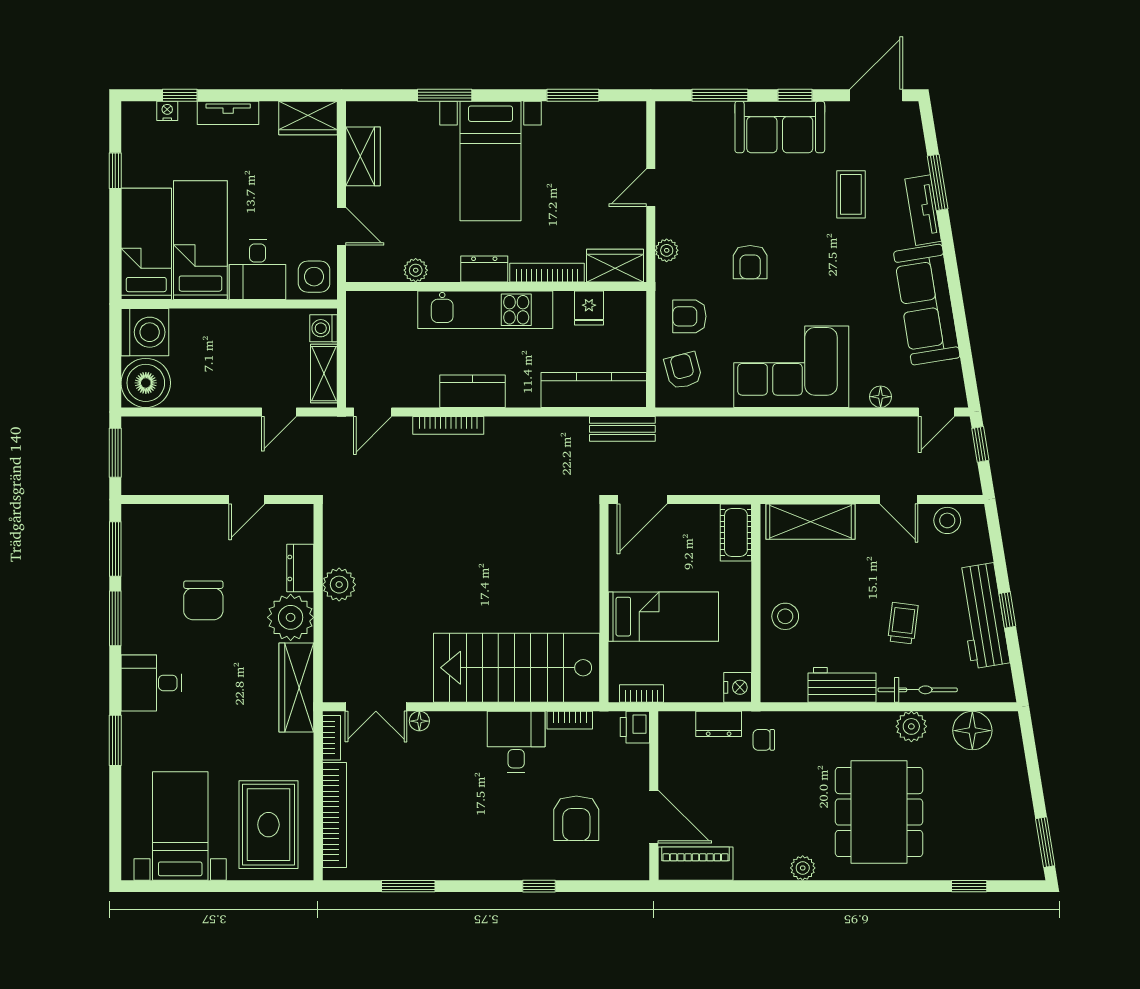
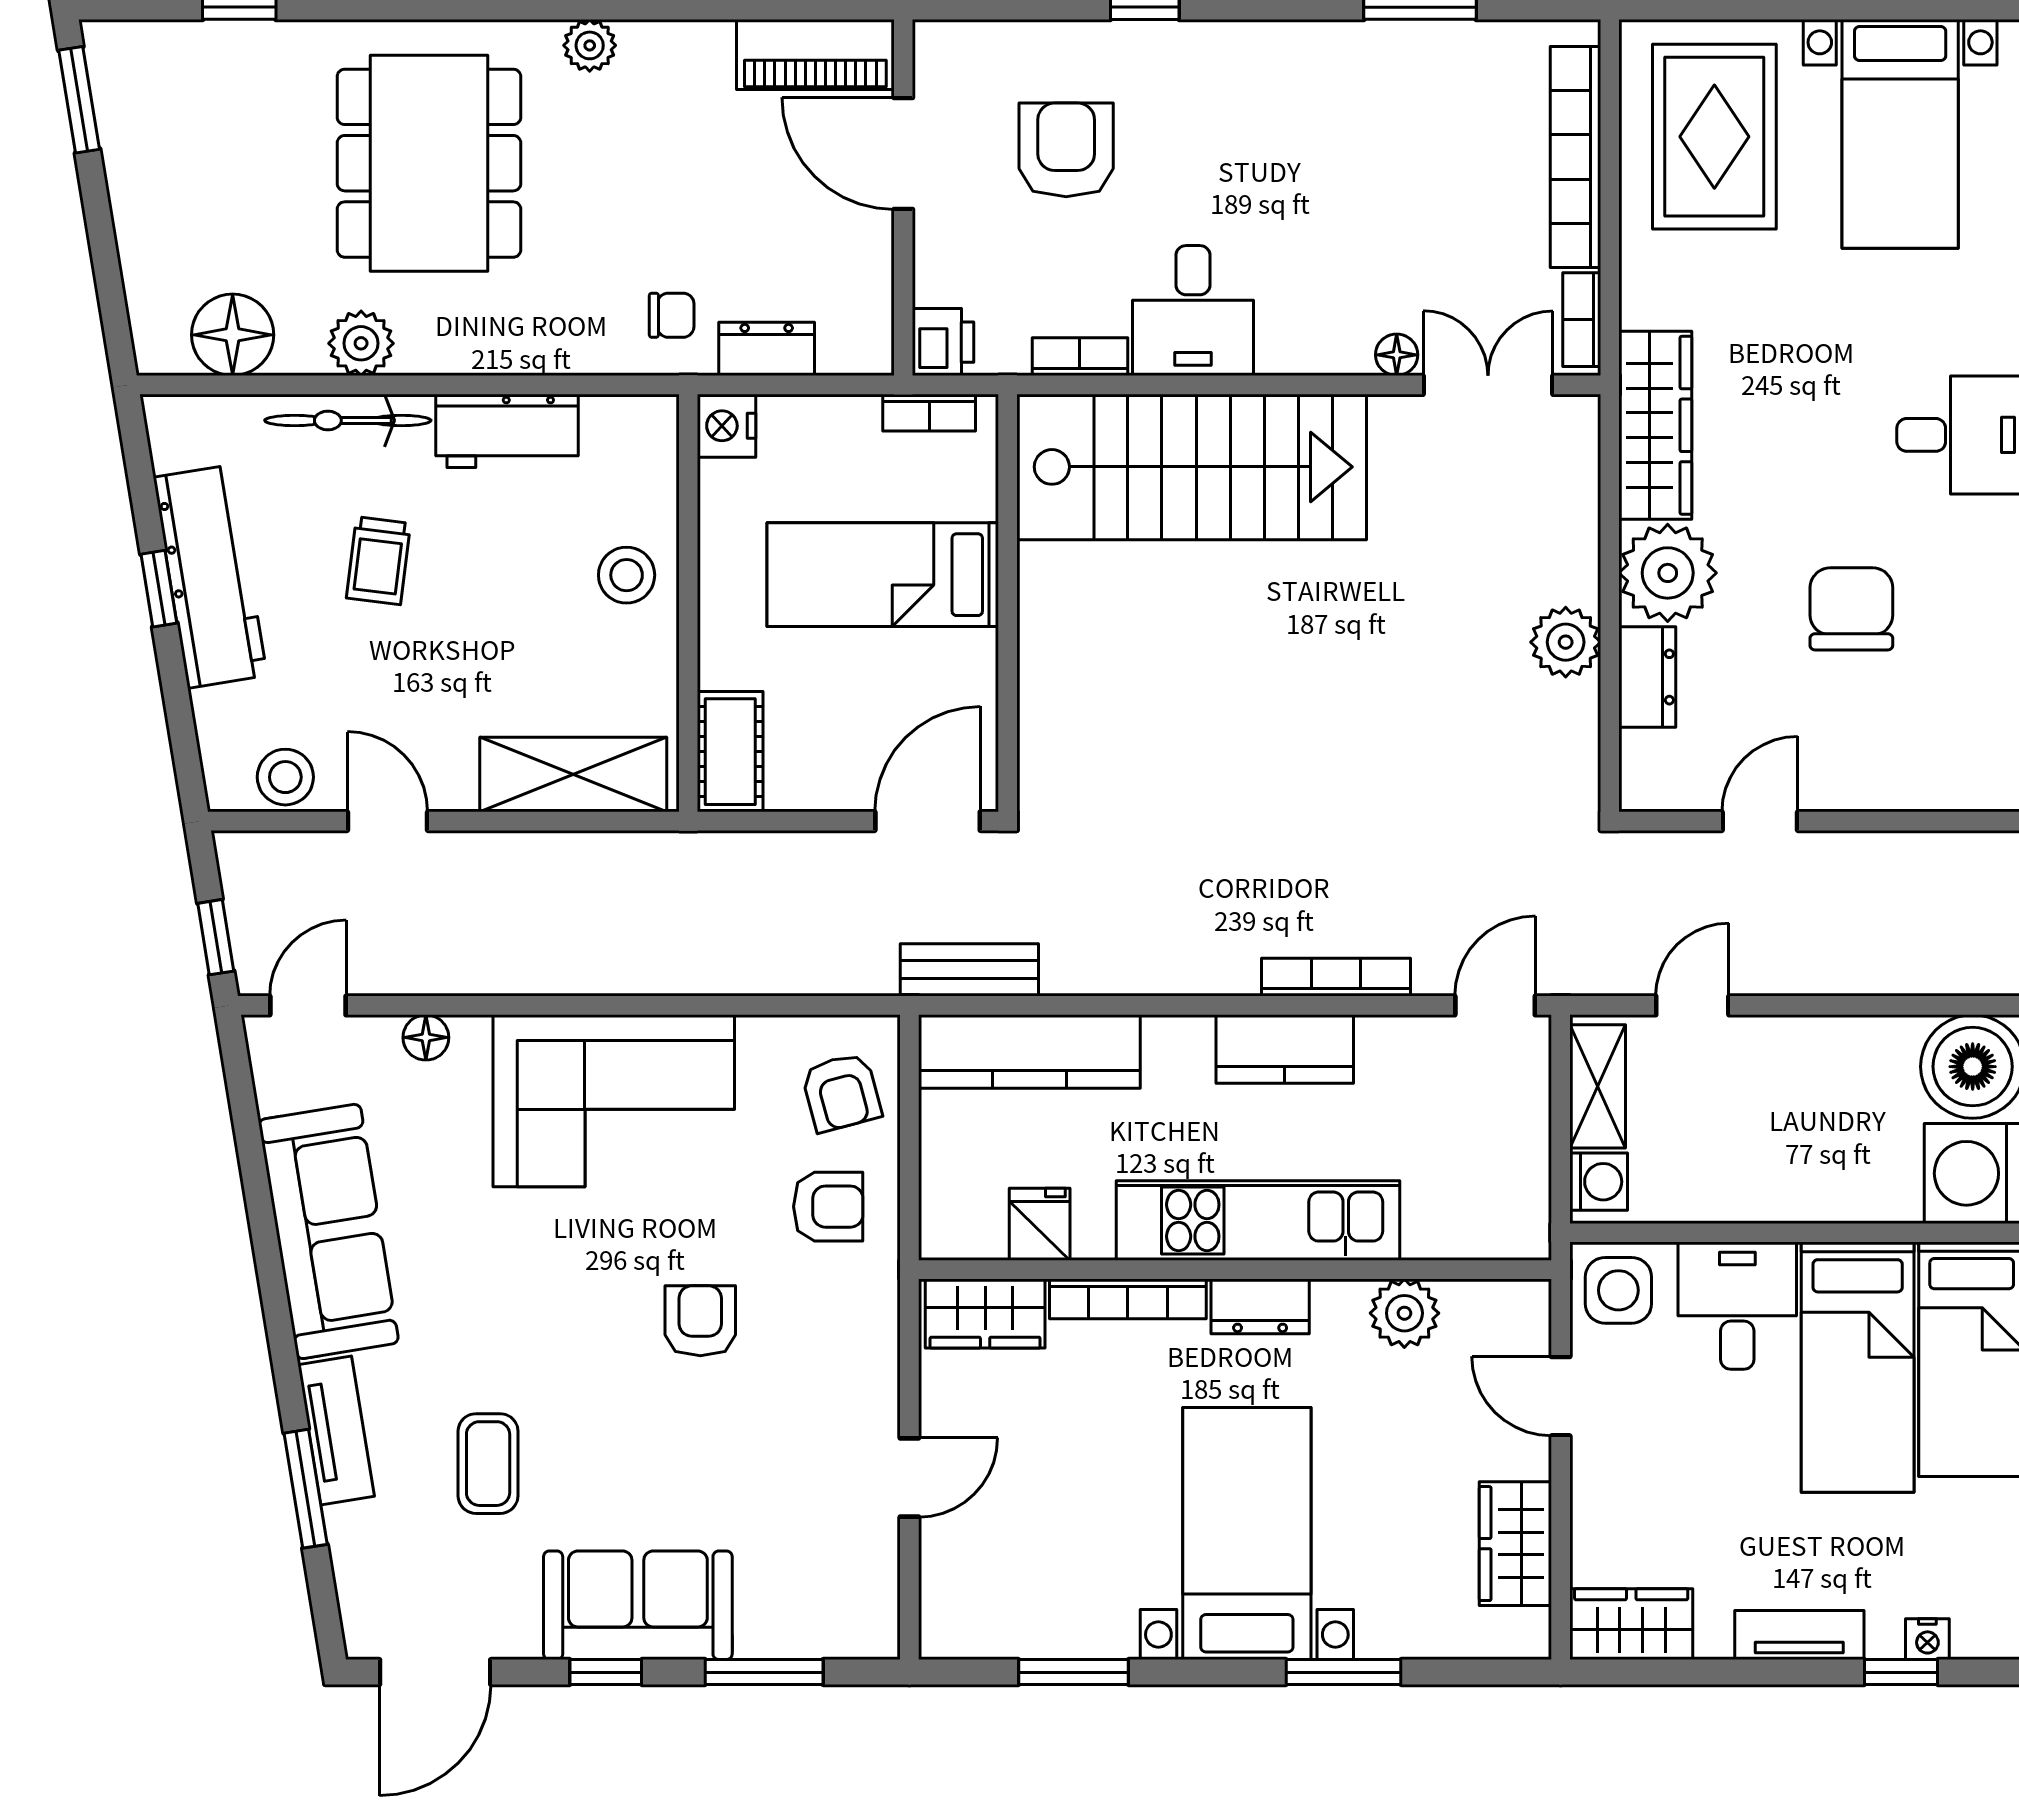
plant: (667, 250) -> (876, 1346), removed
plant: (416, 270) -> (1404, 1313), width x1.38, depth x1.38

